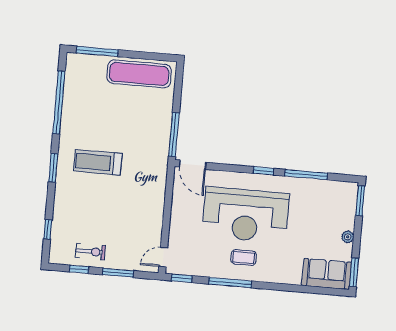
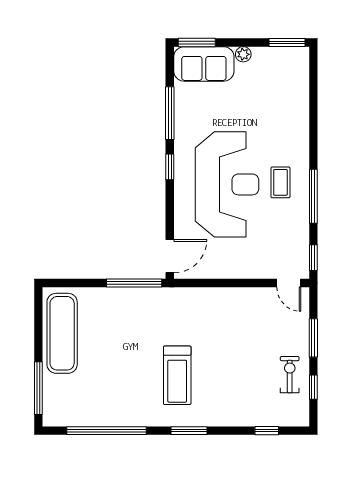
sofa: (327, 274) -> (204, 64), moved, turned -90

